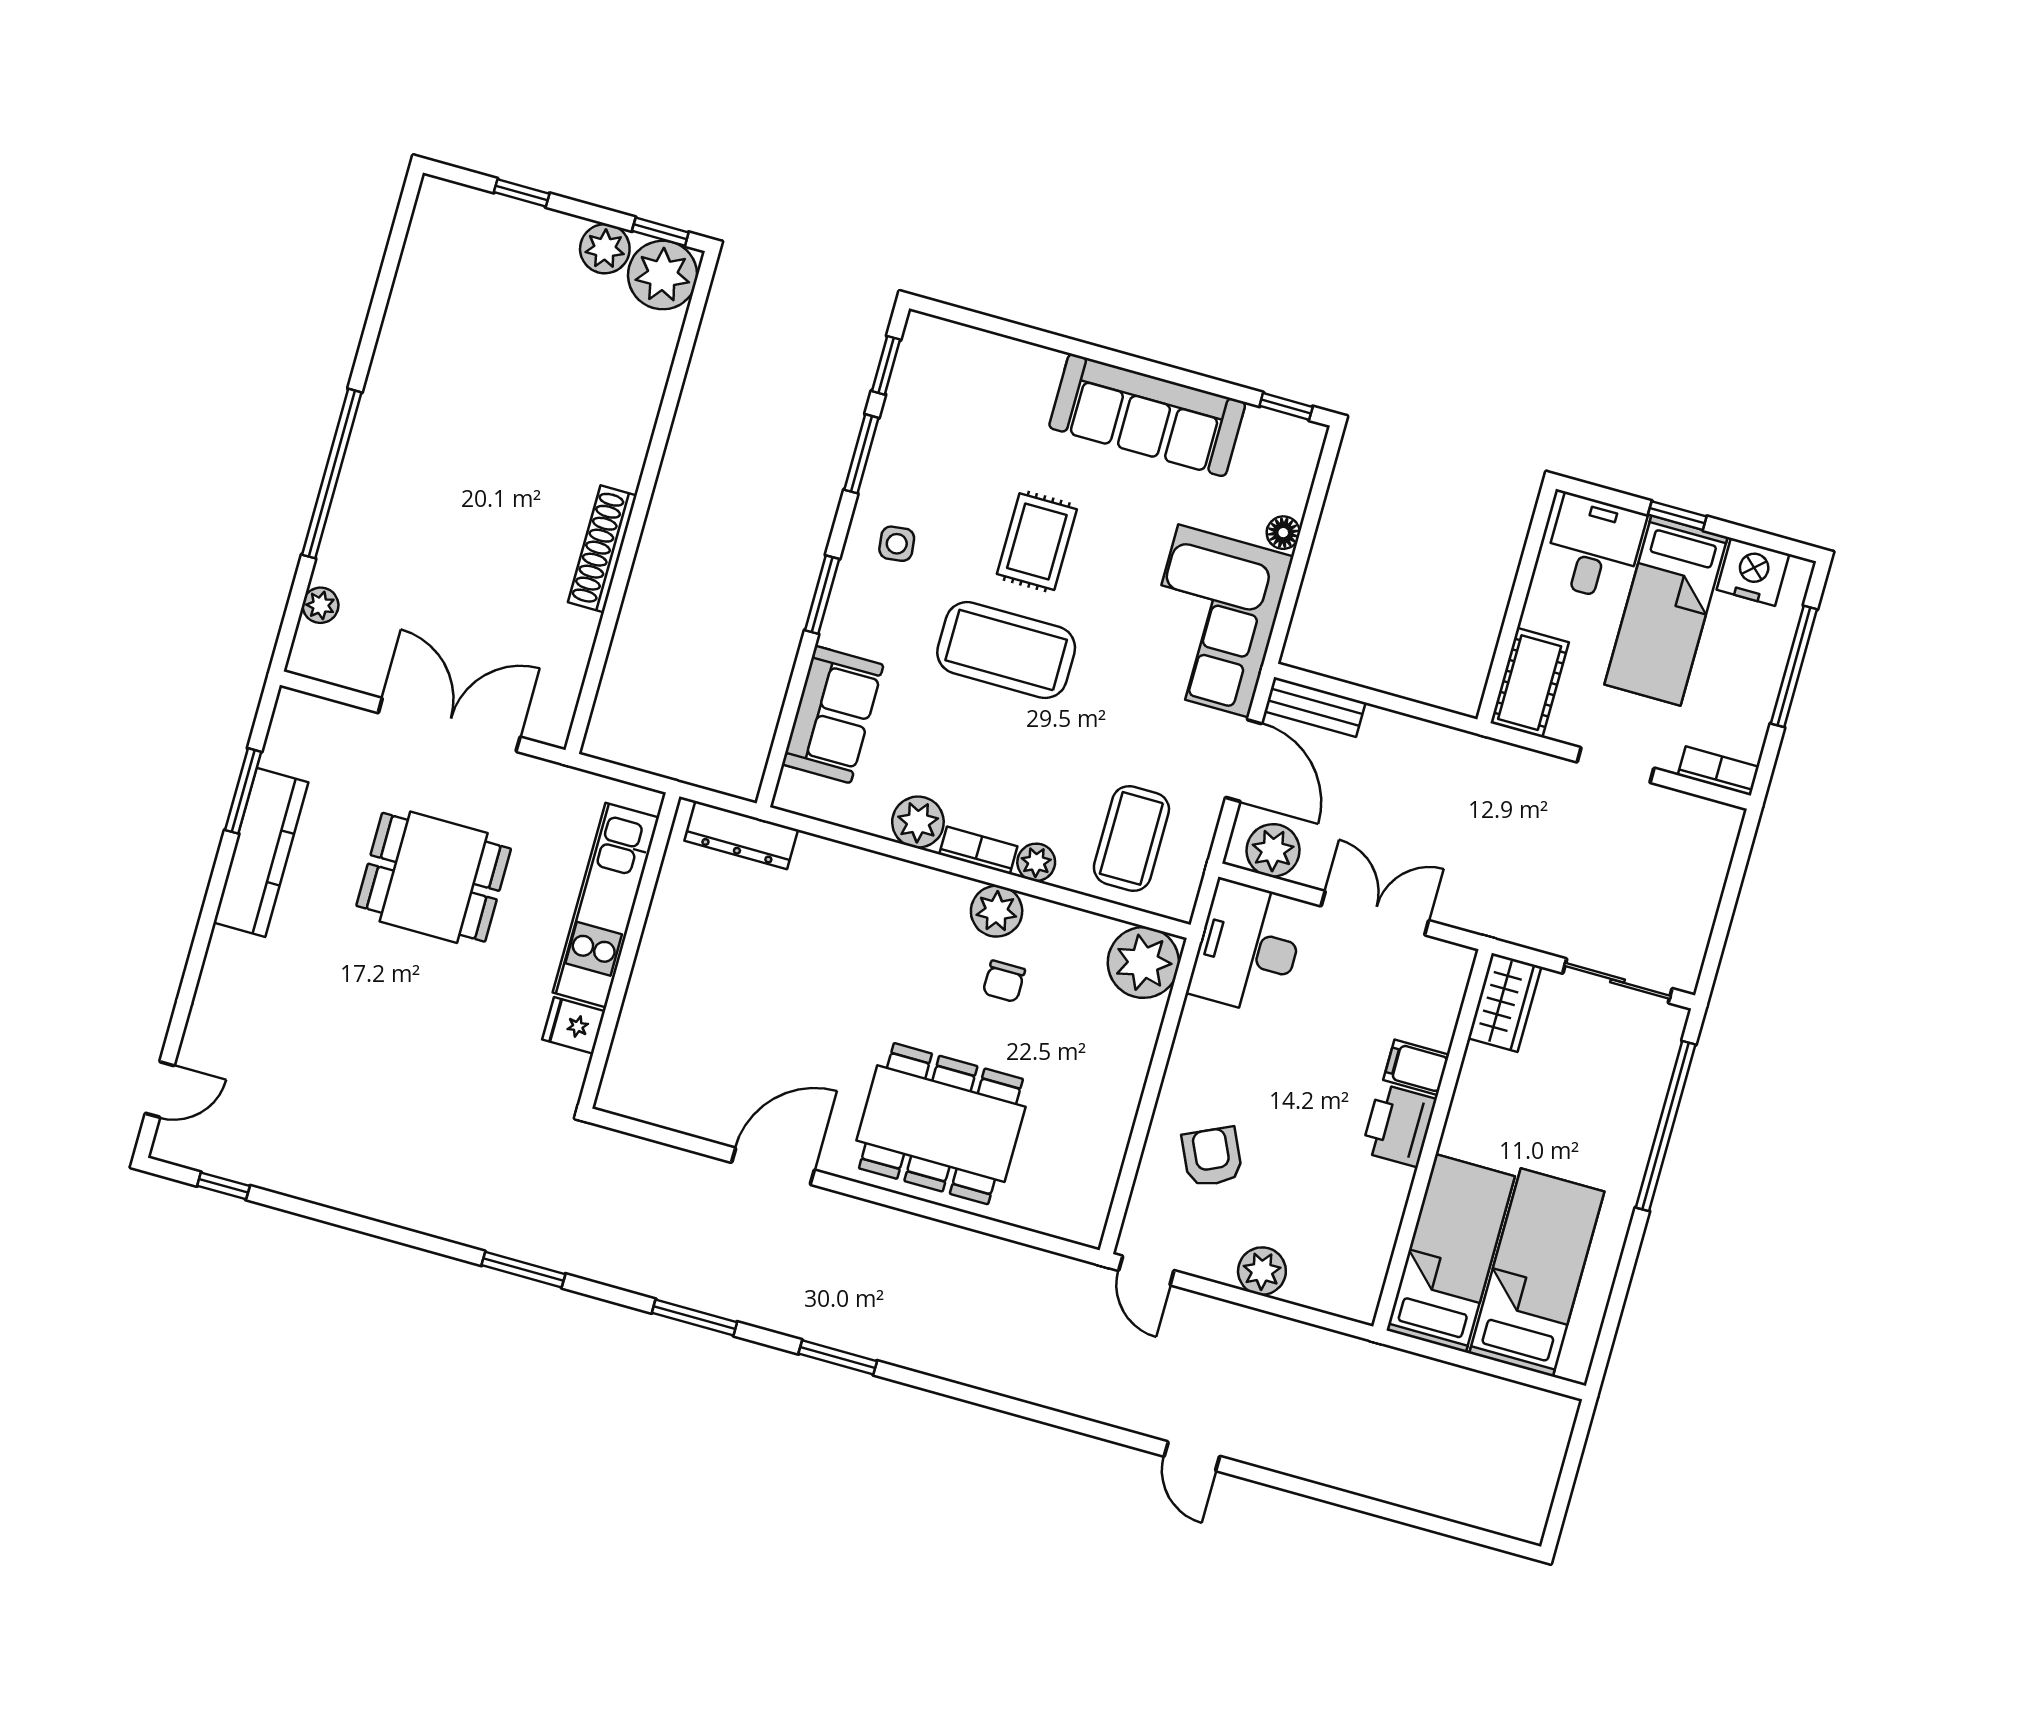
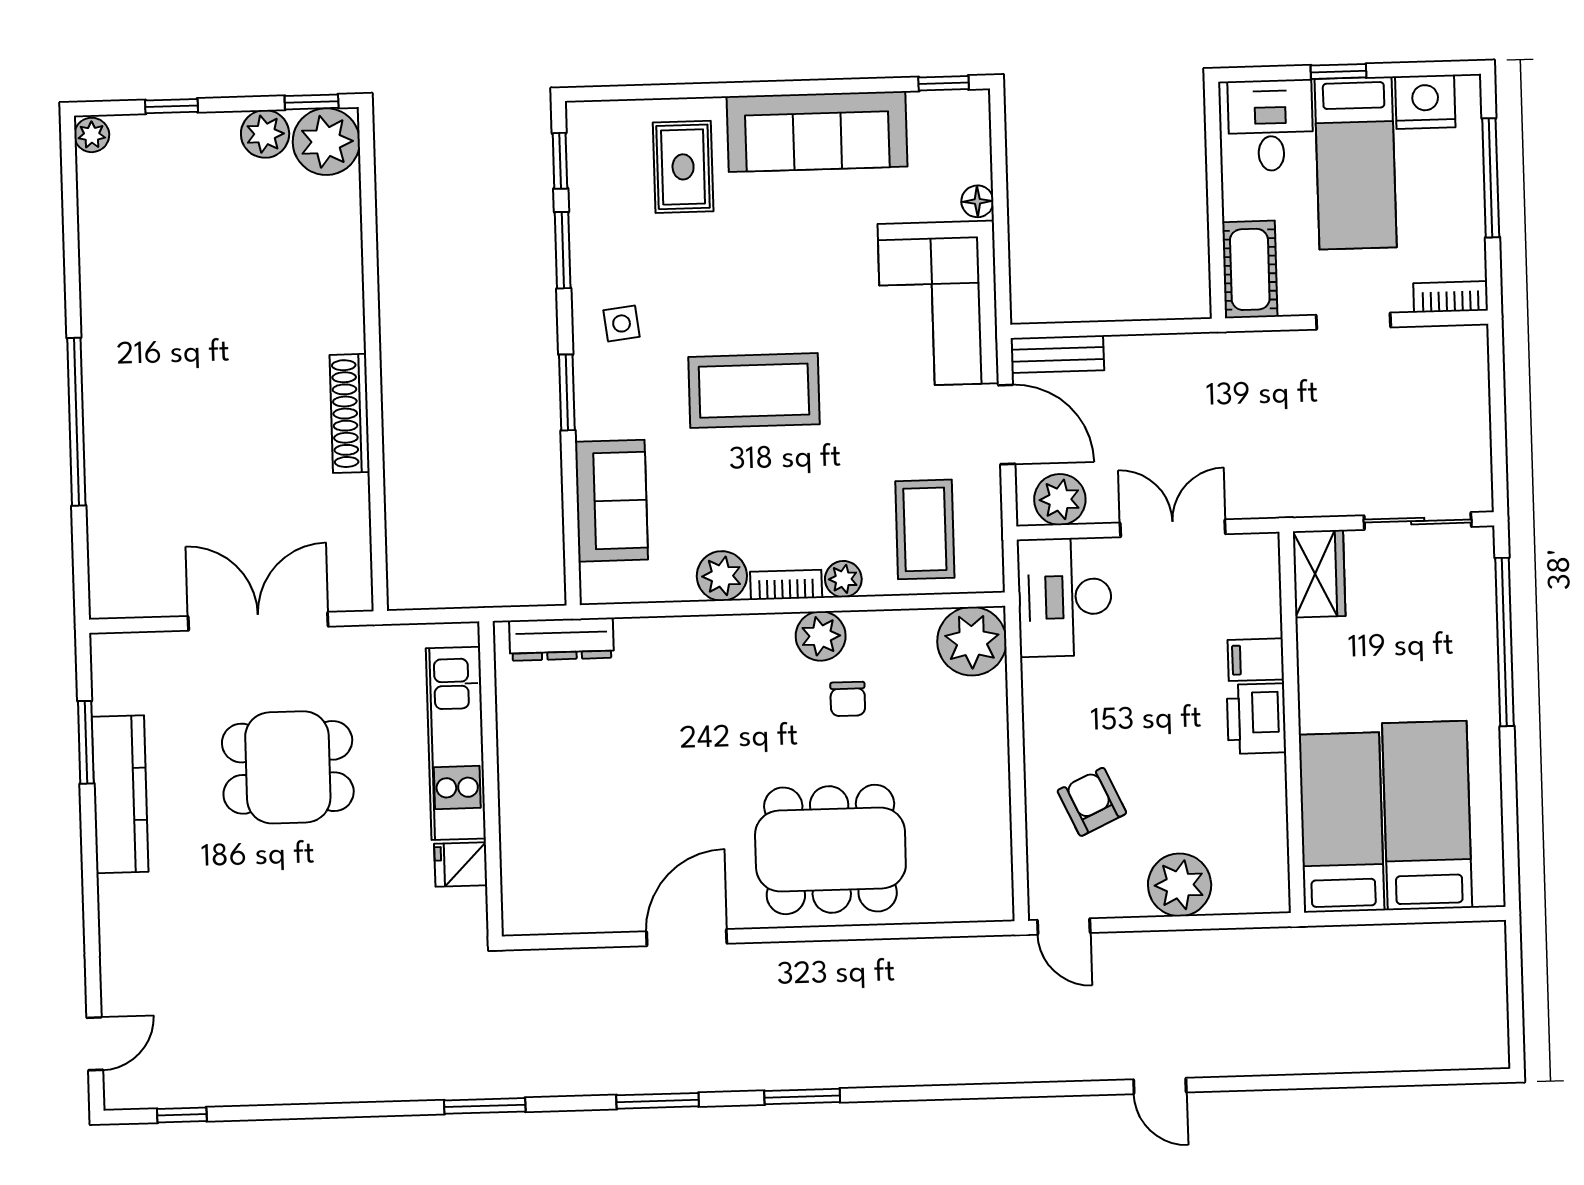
rug: (1037, 542) -> (683, 167), moved
plant: (320, 605) -> (92, 135), moved
plant: (1262, 1271) -> (1180, 885), width x1.36, depth x1.36

